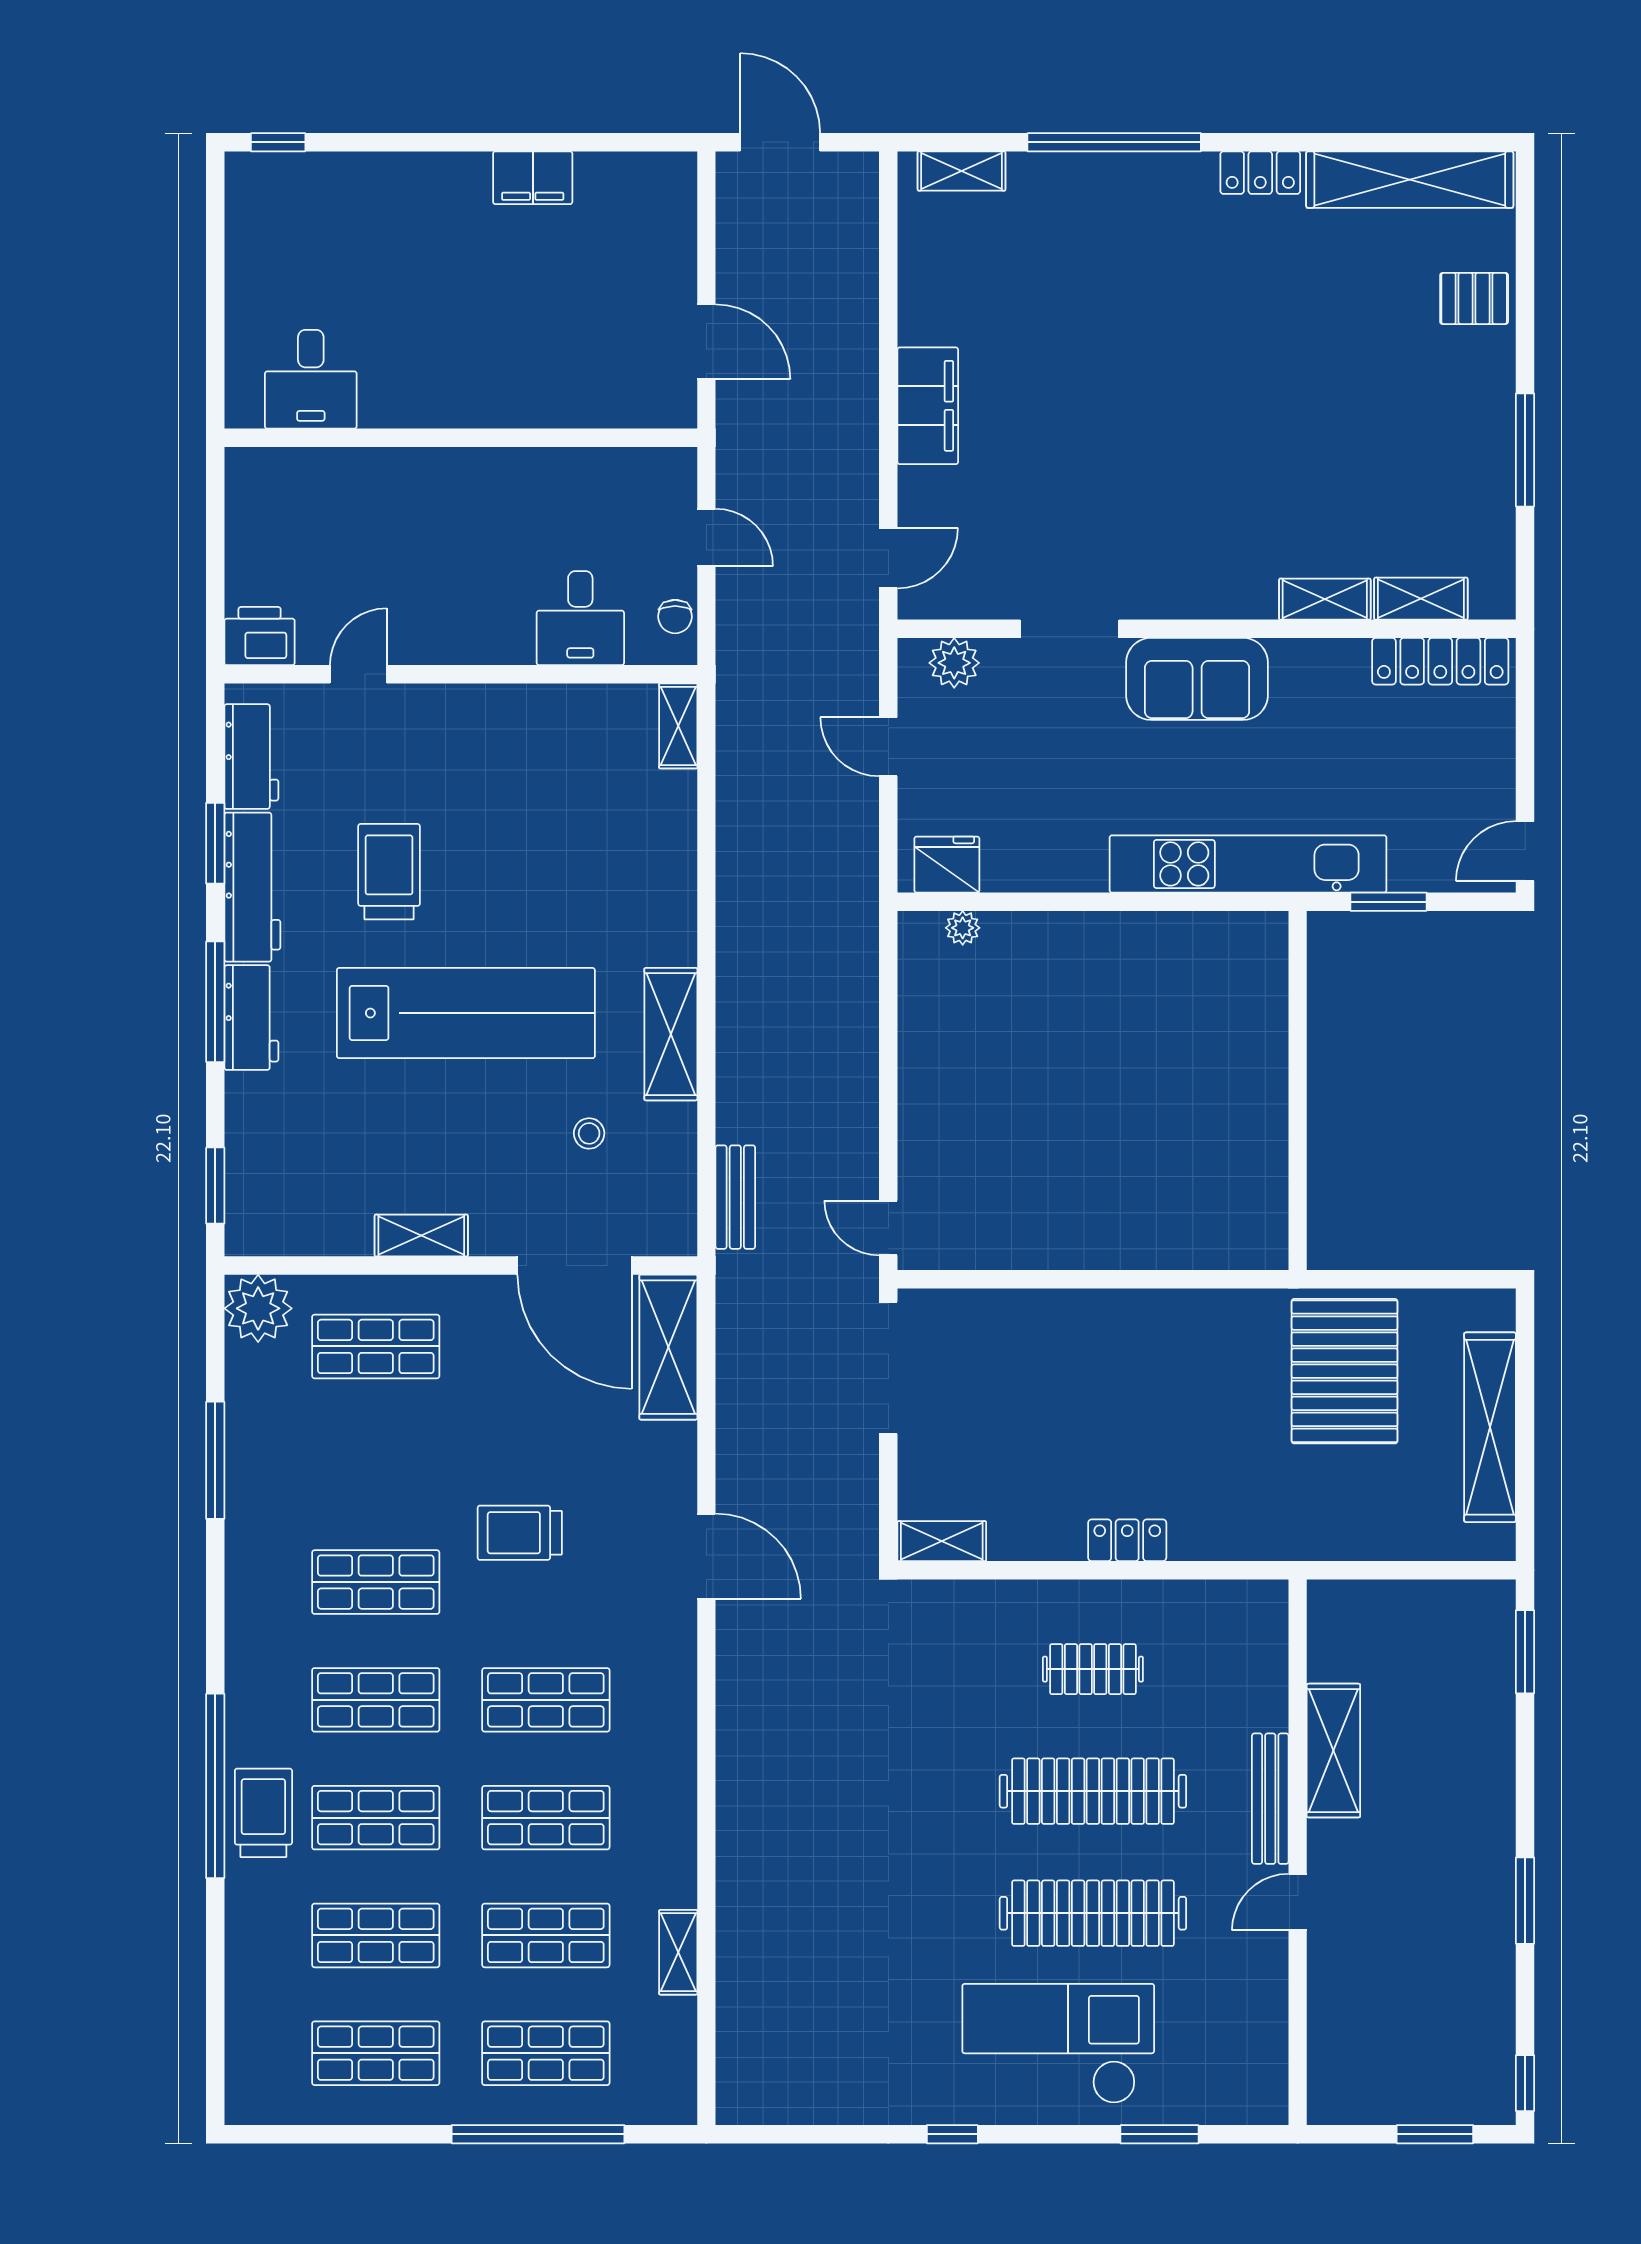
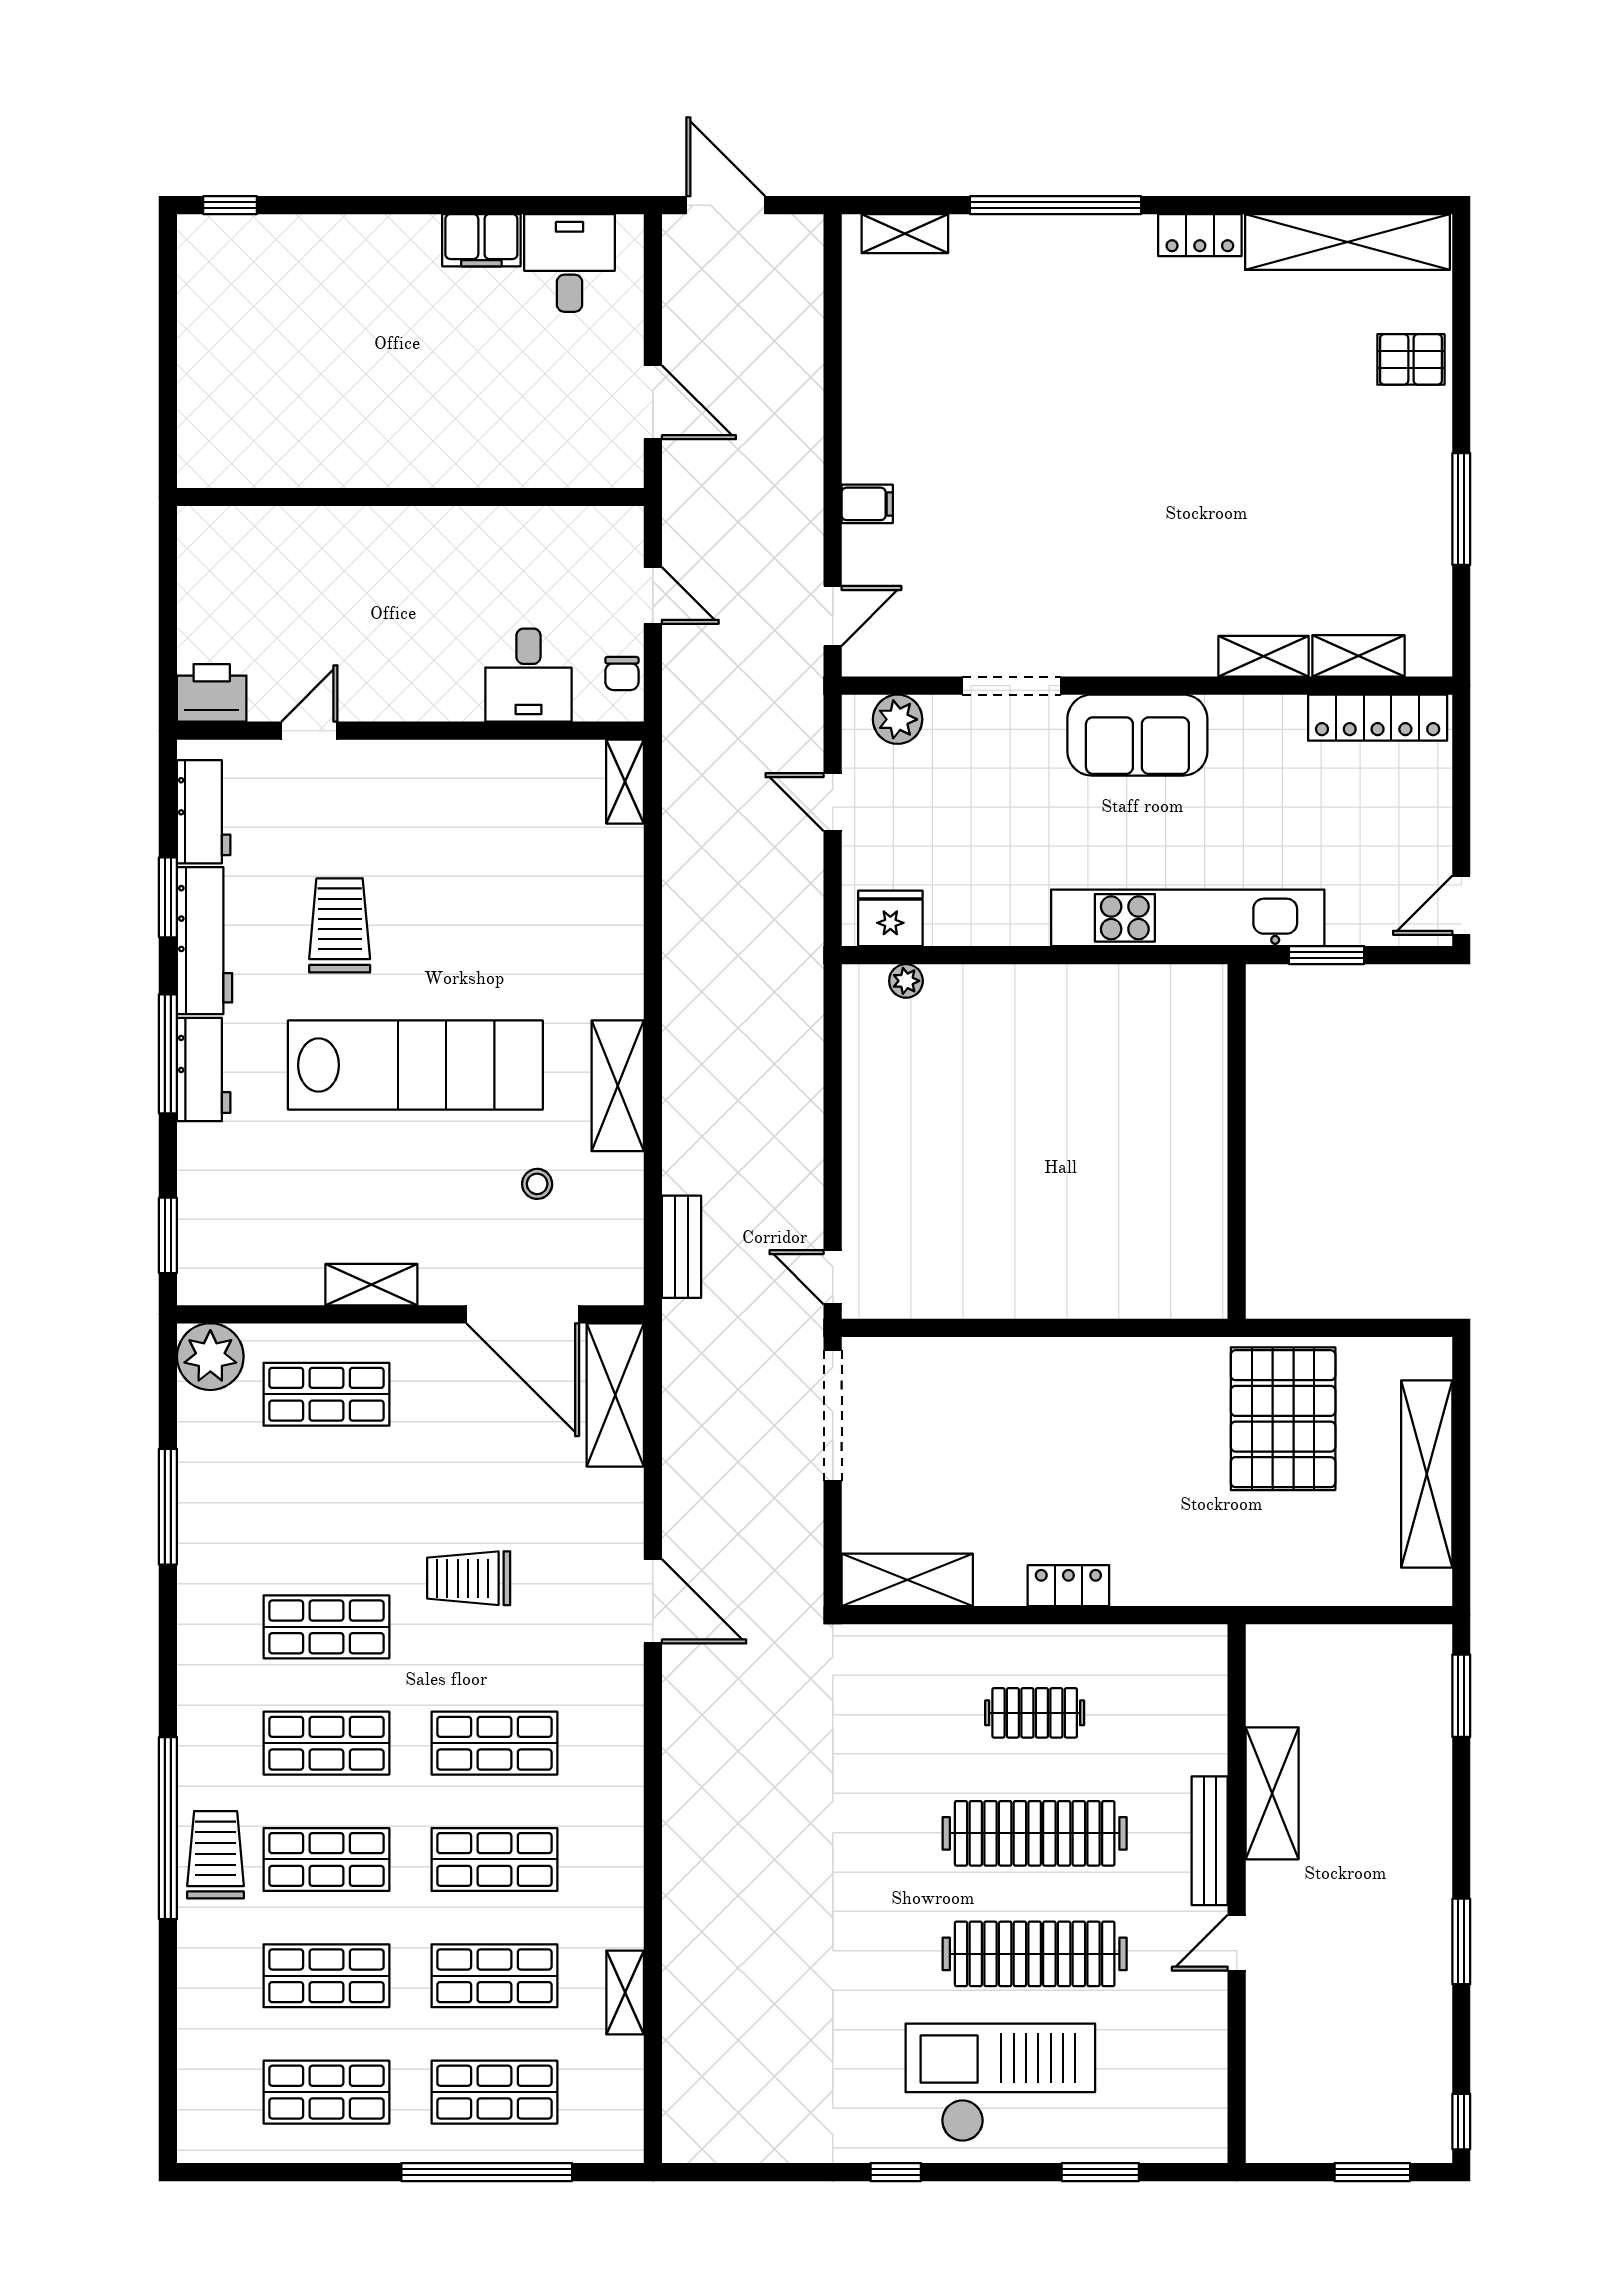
desk: (311, 379) -> (569, 263), moved, turned 180
filing cabinet: (928, 406) -> (867, 504), width x0.33, depth x0.86
shelving: (942, 1541) -> (907, 1580), width x1.50, depth x1.33

